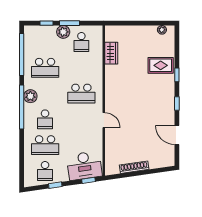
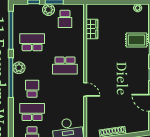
school desk: (45, 68) -> (32, 42), turned 180
school desk: (45, 119) -> (32, 89), turned 180
school desk: (45, 145) -> (32, 112), turned 180

